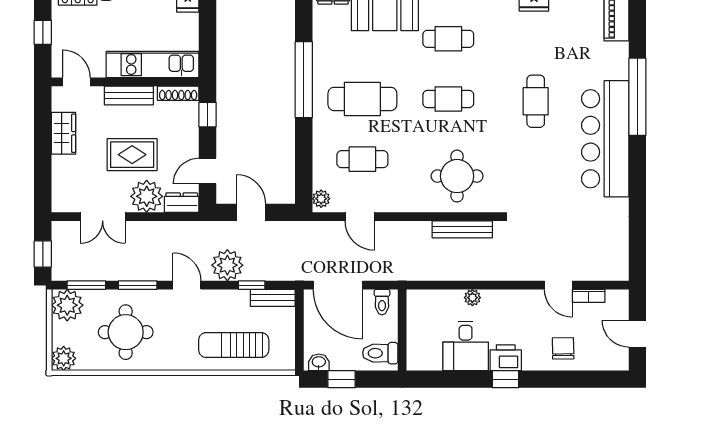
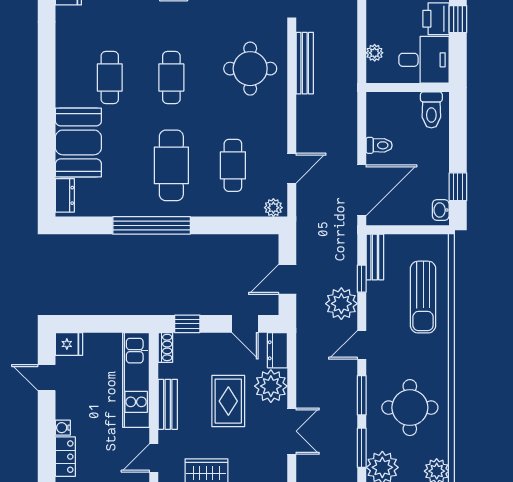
shoe rack: (178, 93) -> (165, 347), width x0.70
wall: (402, 330) -> (408, 88), moved
toilet: (380, 353) -> (431, 110), moved

